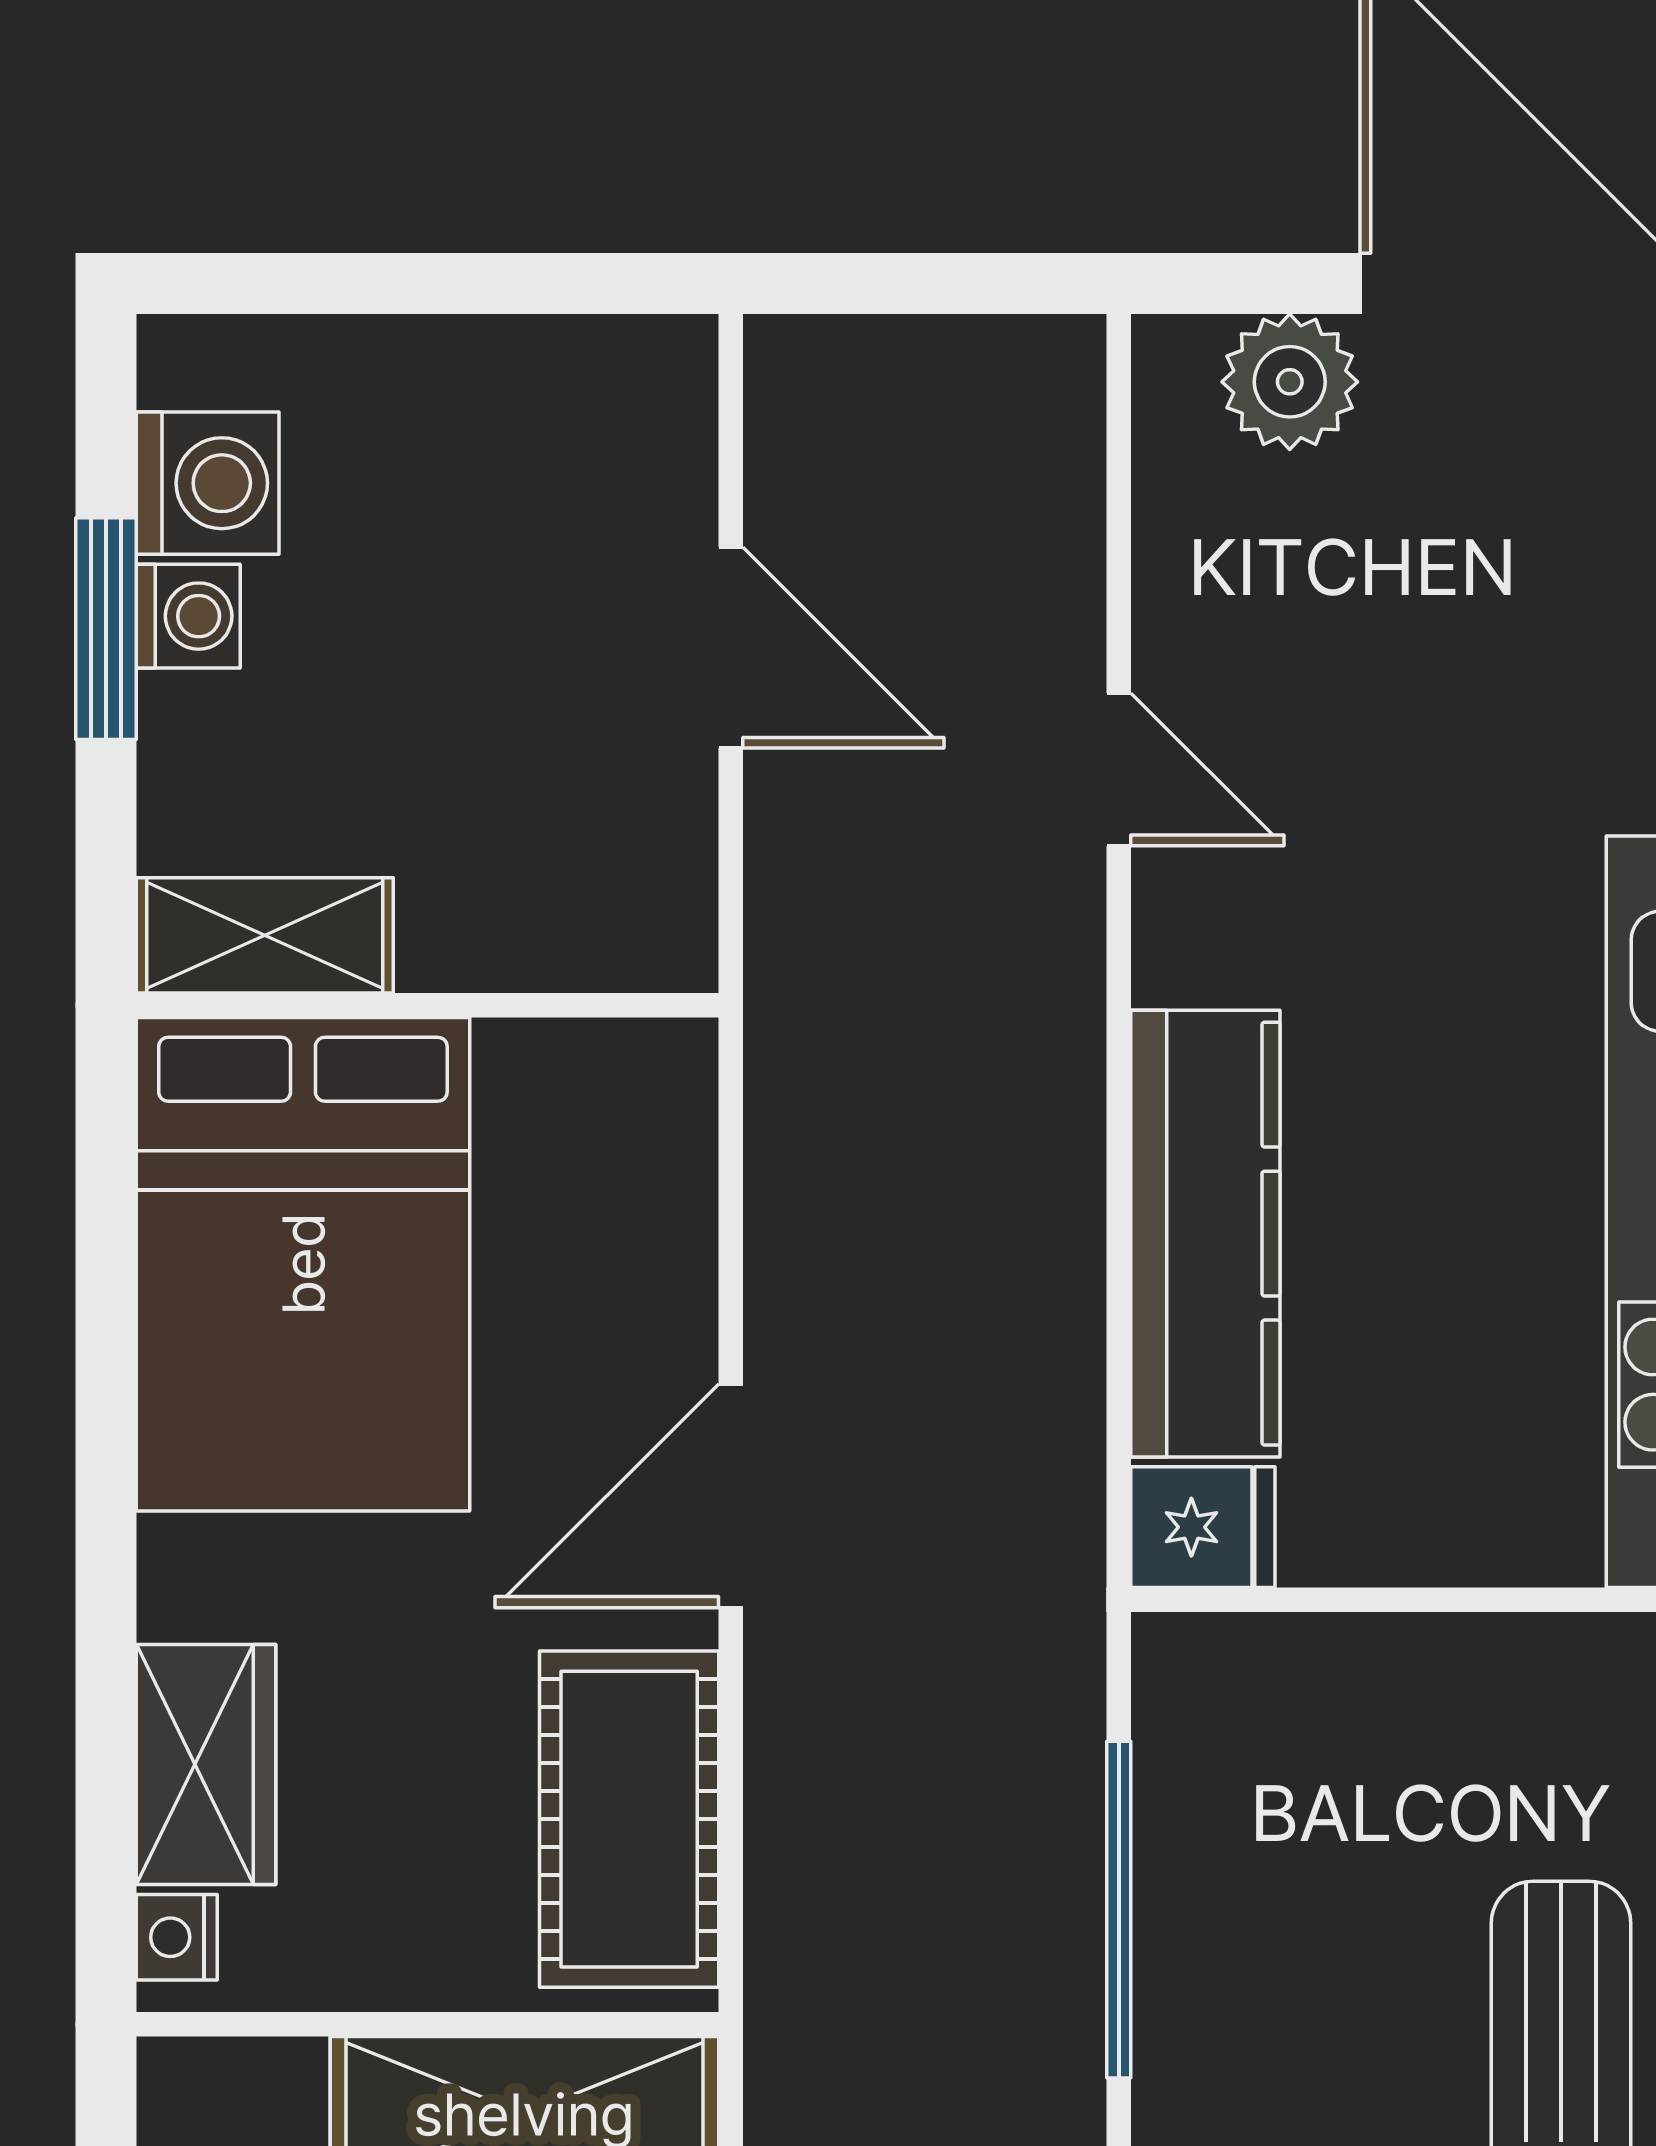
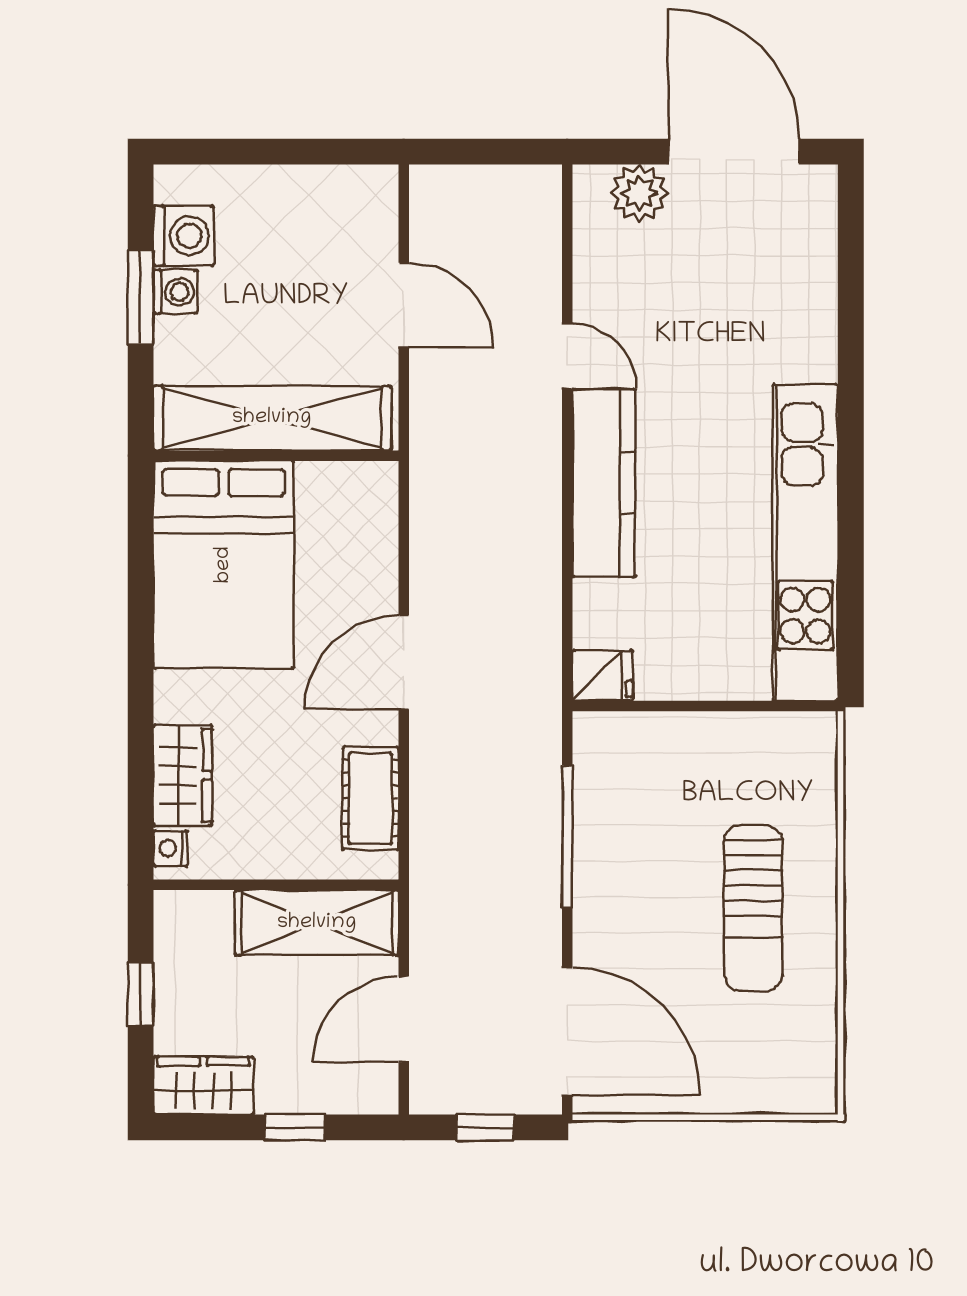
shelving: (265, 935) -> (272, 418), width x2.20, depth x1.33
kitchen counter: (1205, 1234) -> (604, 483), moved
cot: (629, 1819) -> (370, 798), width x0.73, depth x0.75

